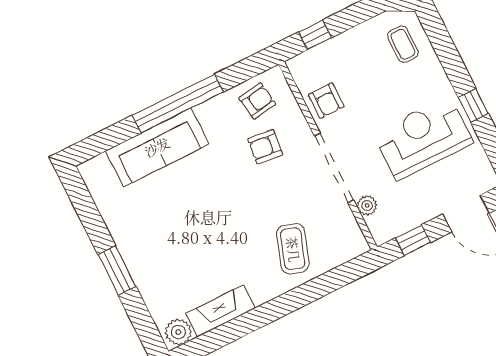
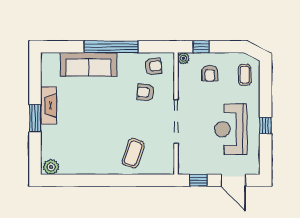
armchair: (326, 101) -> (210, 73), moved
reception desk: (423, 138) -> (231, 129), turned -90
plant: (367, 206) -> (183, 58), moved
fireplace: (220, 311) -> (49, 106), moved, turned 90

